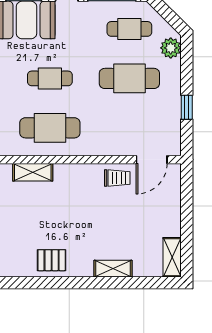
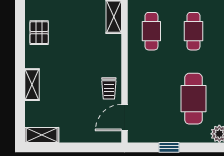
cafe table: (50, 128) -> (151, 31), width x0.73, depth x0.74
door: (152, 160) -> (125, 118), hinge flipped

